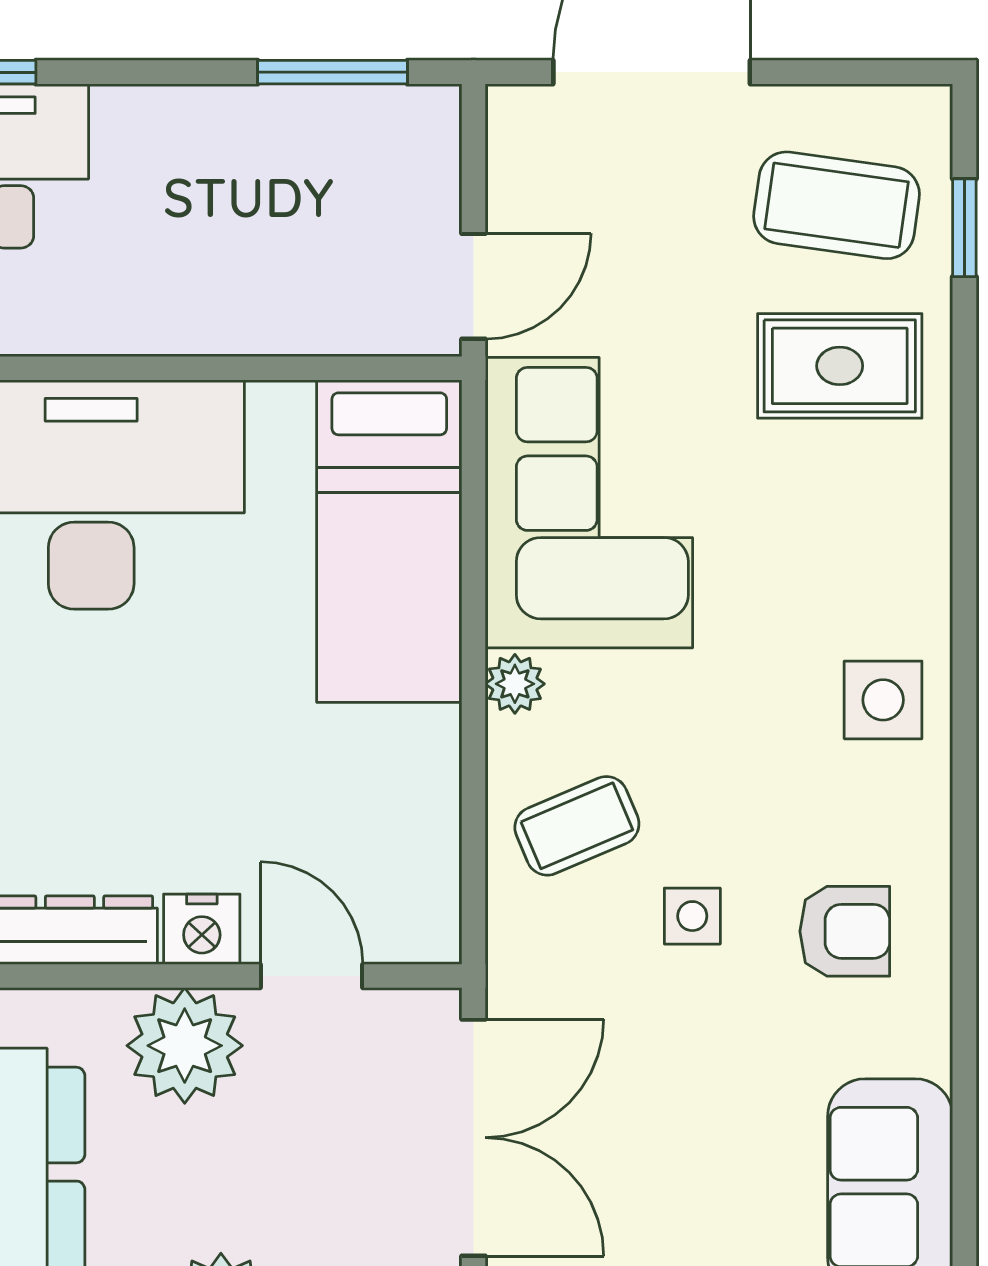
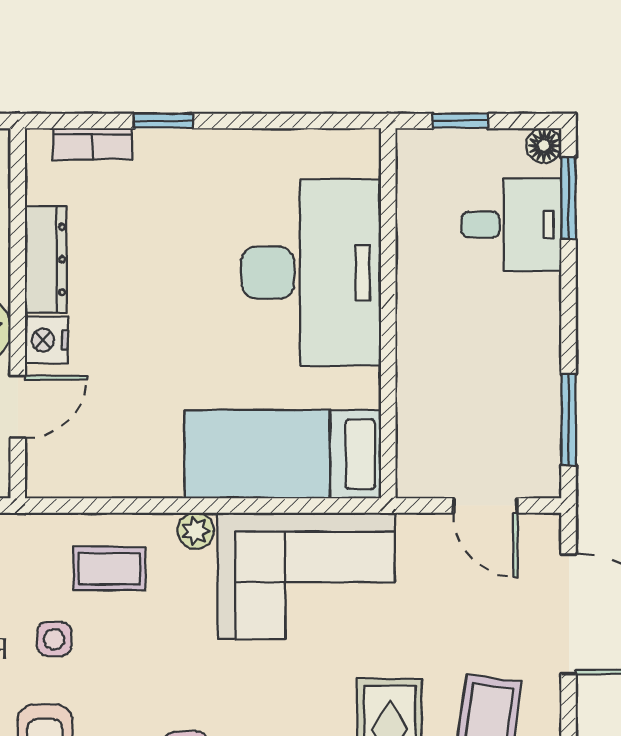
door: (474, 286) -> (485, 506), moved
coffee table: (577, 826) -> (109, 569), turned -67

